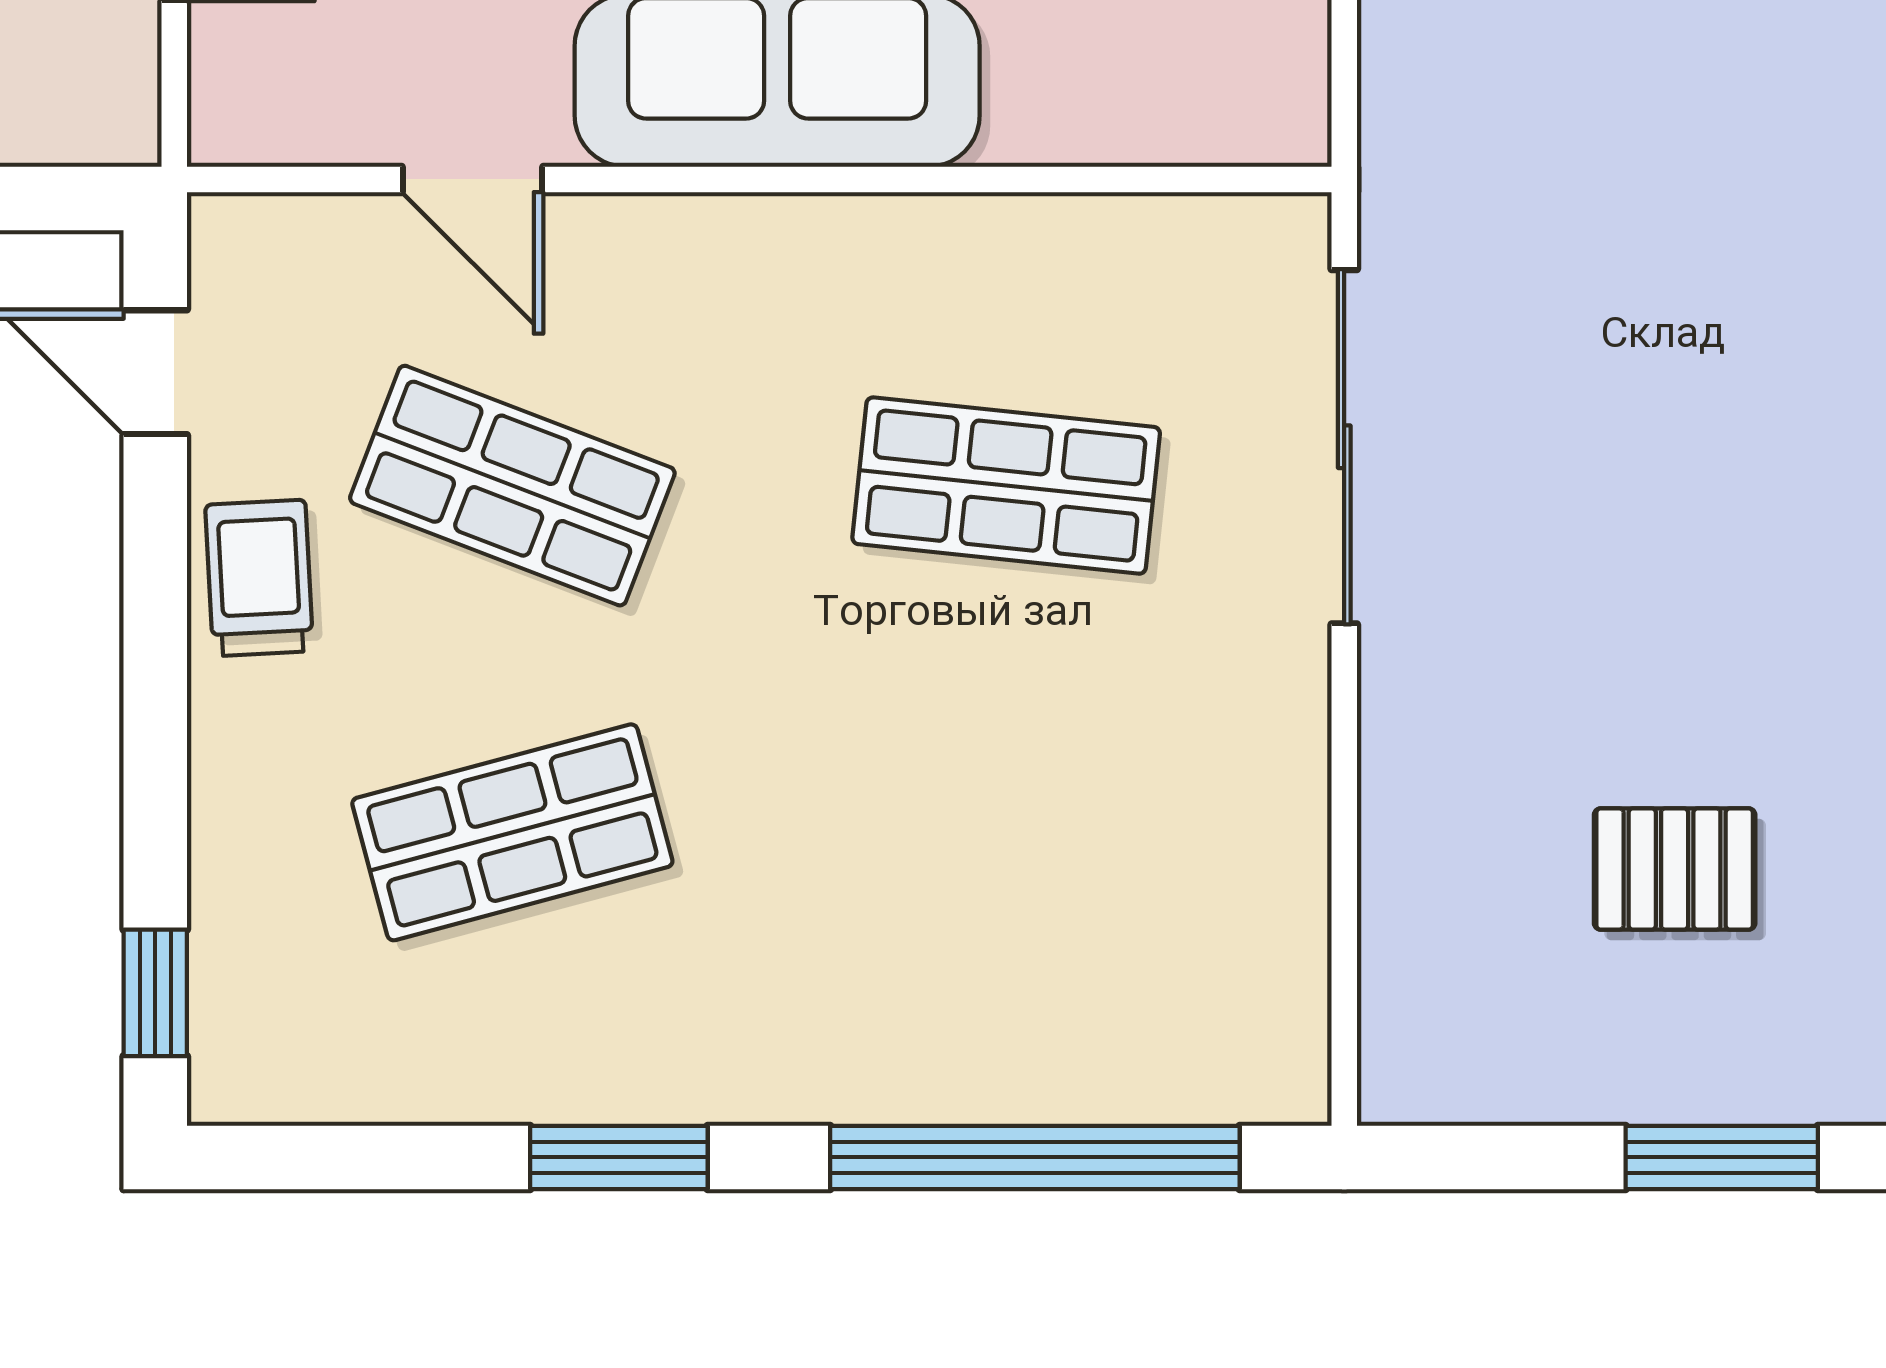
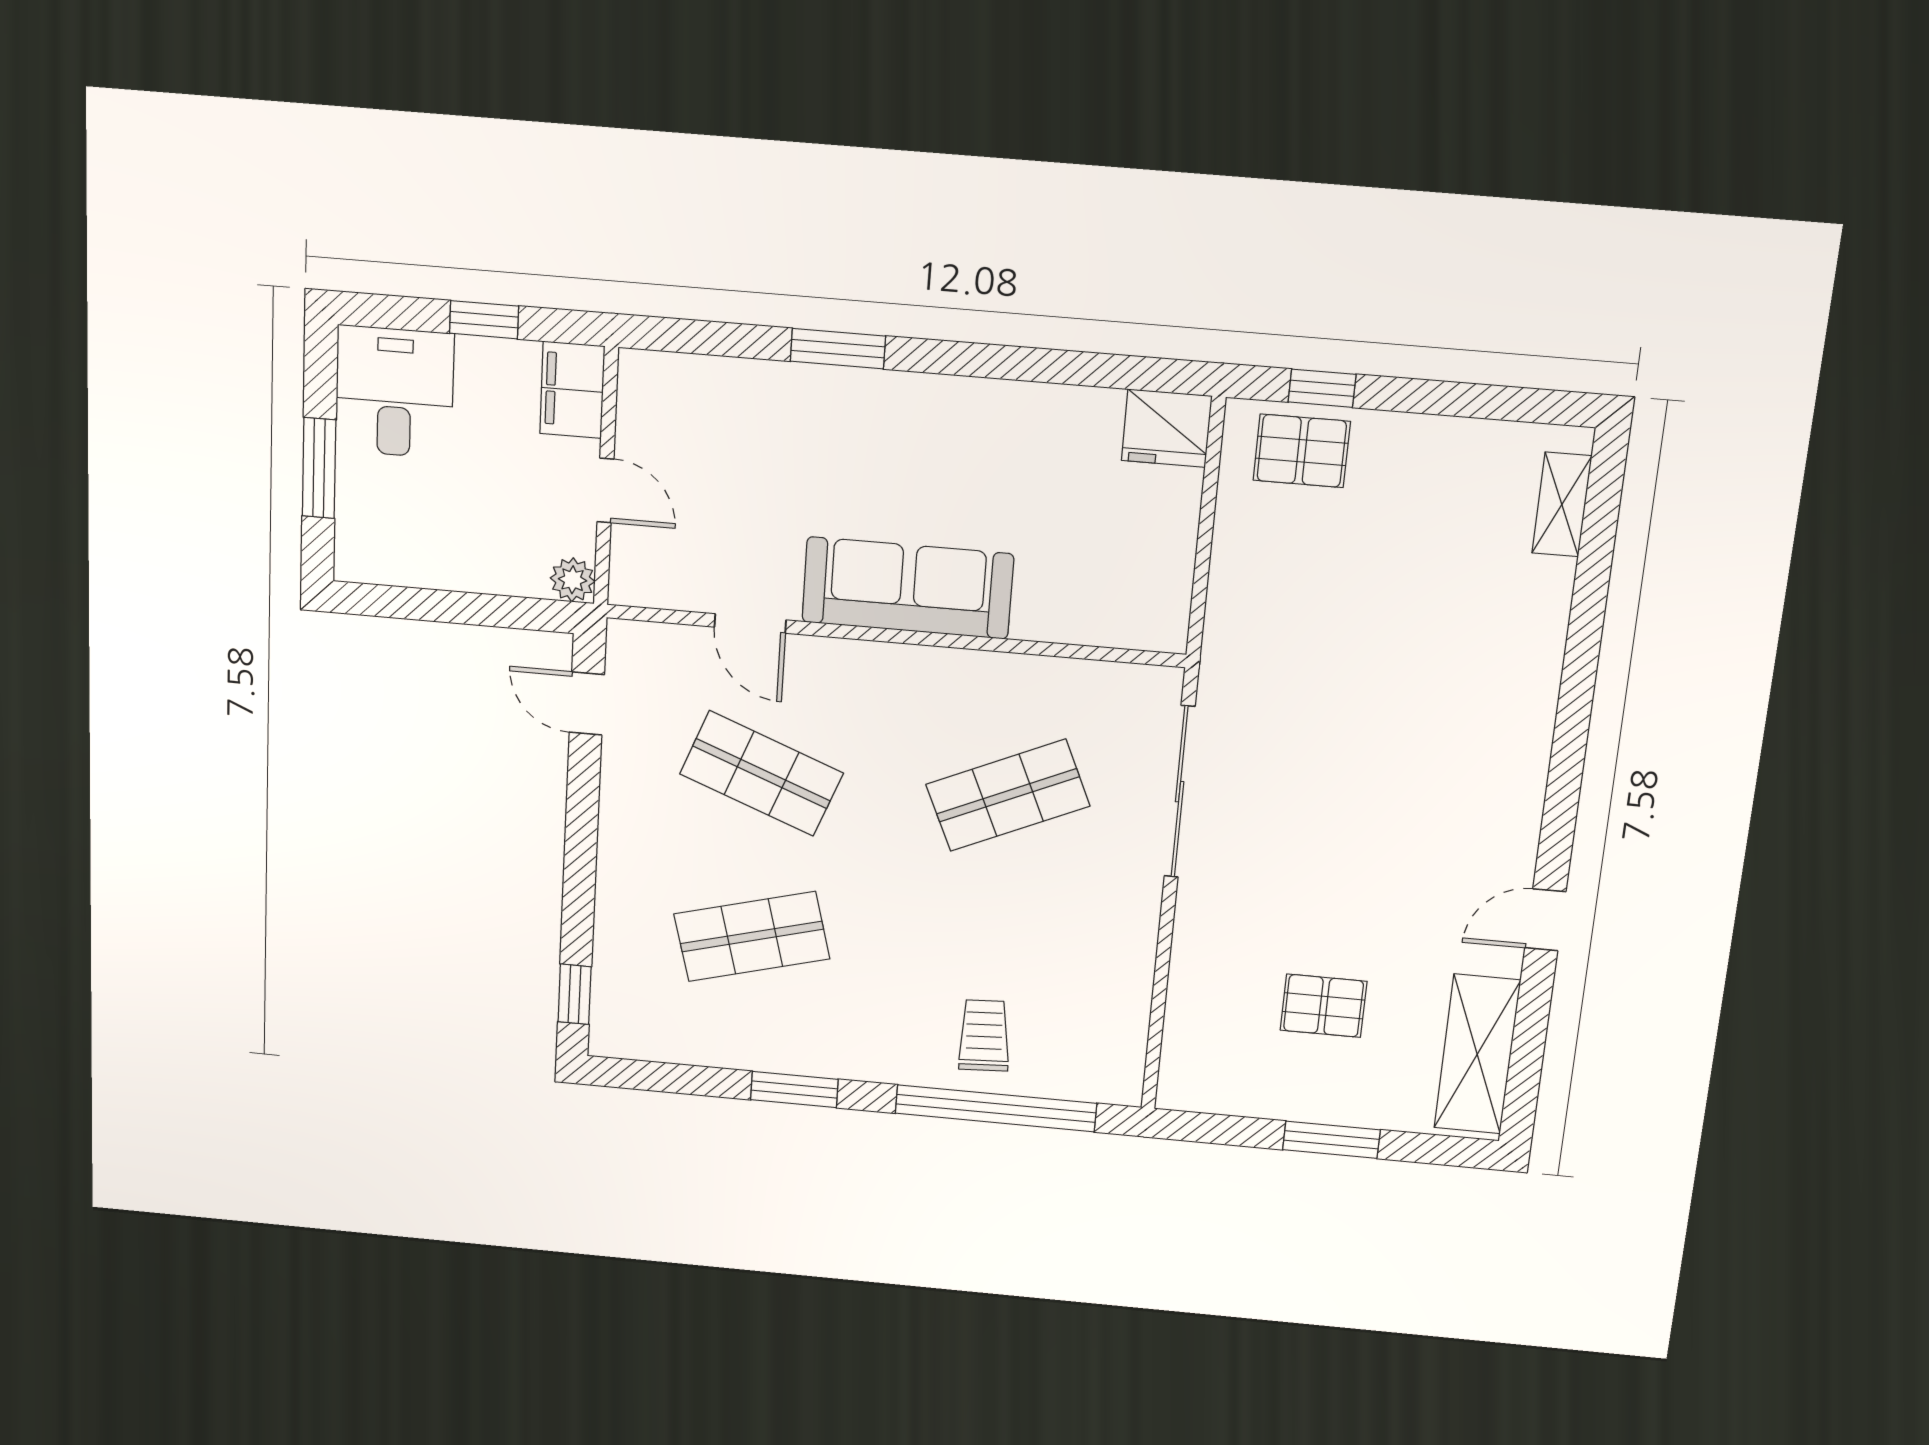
plant: (117, 122) -> (573, 580), added
shop shelf: (1006, 486) -> (1008, 795), turned -30
trolley: (259, 578) -> (984, 1035), moved

